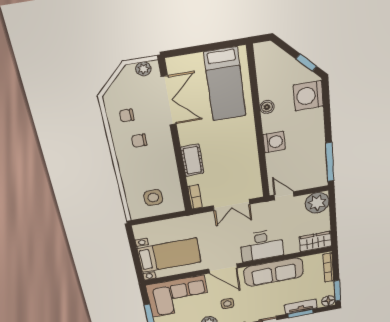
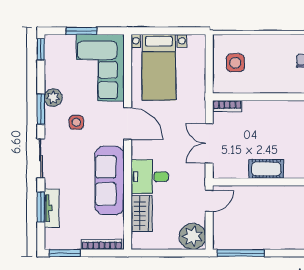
washing machine: (274, 142) -> (276, 196), removed
cot: (192, 160) -> (266, 169), moved
wardrobe: (315, 242) -> (142, 213), moved
desk: (262, 245) -> (150, 177), width x0.73
door: (223, 268) -> (128, 124), swing flipped
floor lamp: (328, 301) -> (52, 242), removed

